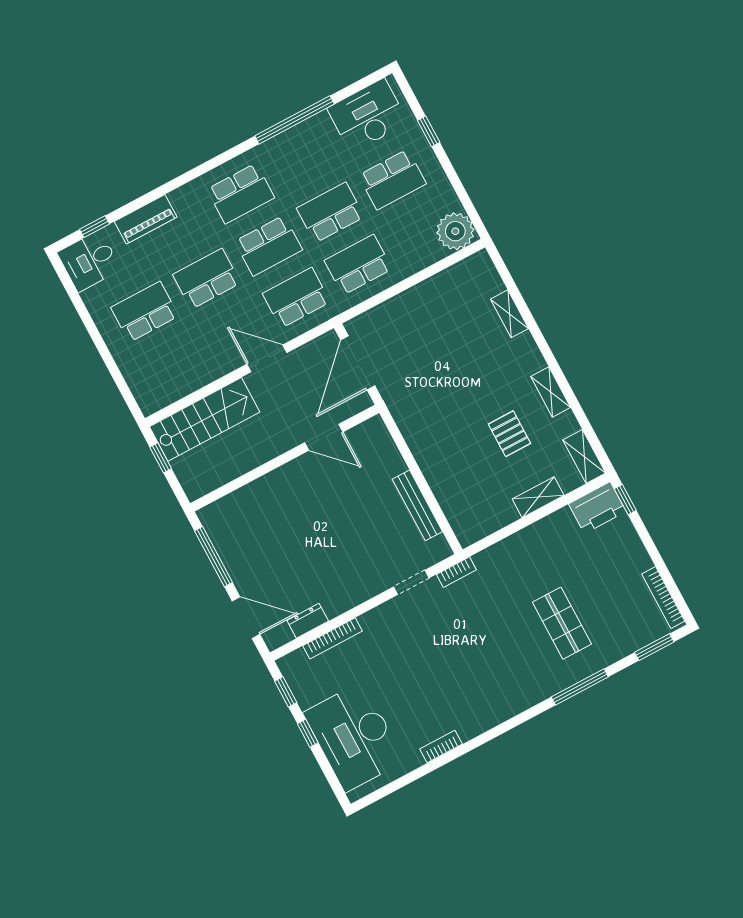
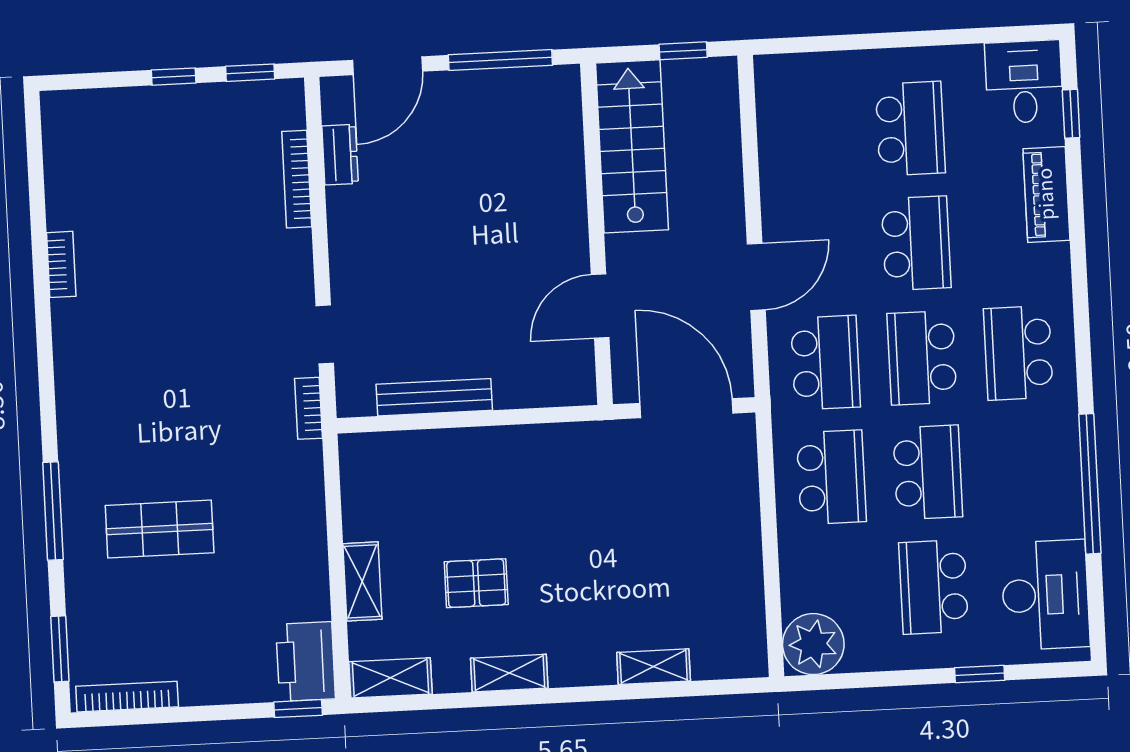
stairs: (205, 419) -> (632, 146), moved, turned 180
desk: (354, 737) -> (136, 142), removed

